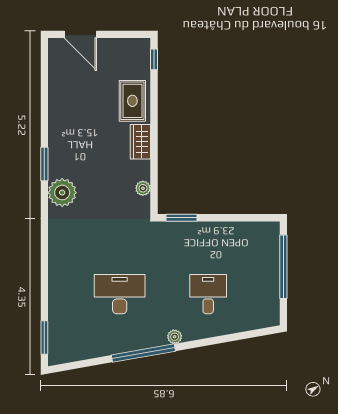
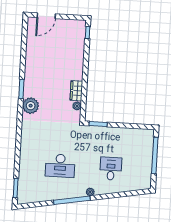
door: (80, 34) -> (46, 16), hinge flipped
rug: (132, 101) -> (74, 55), removed
wardrobe: (140, 142) -> (76, 91), moved
desk: (120, 294) -> (60, 166), turned 180

